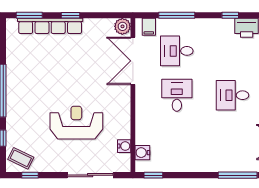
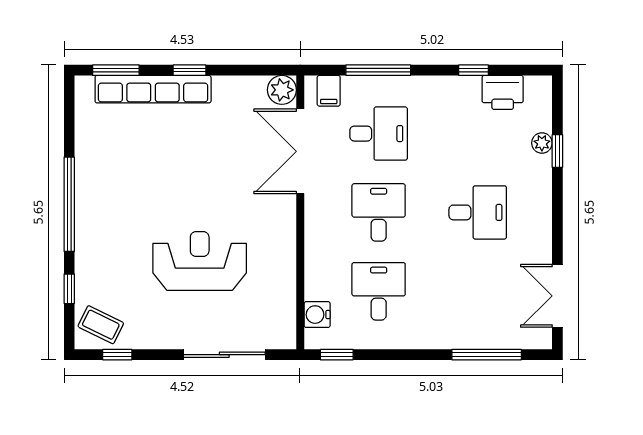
desk: (177, 51) -> (379, 134), turned 180
desk: (233, 95) -> (478, 212), turned 180
desk: (177, 140) -> (379, 291), added
water cooler: (124, 146) -> (285, 303), removed

